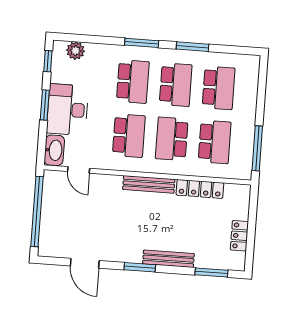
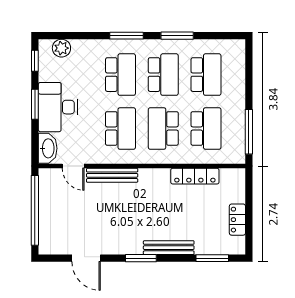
bench: (149, 184) -> (112, 175), moved

